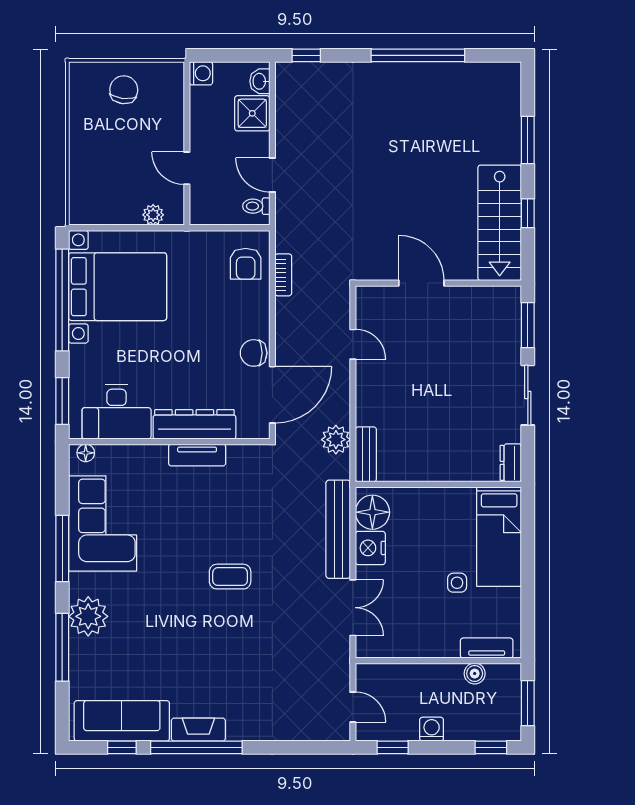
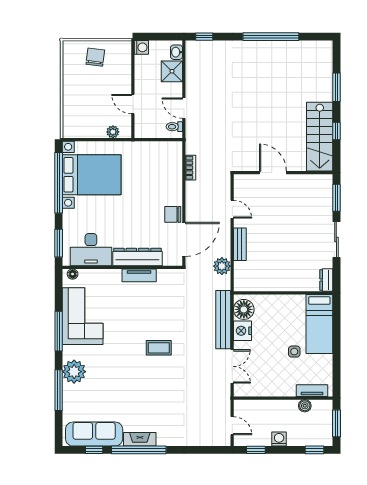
armchair: (246, 264) -> (168, 161), removed
bench: (366, 454) -> (240, 244), moved

